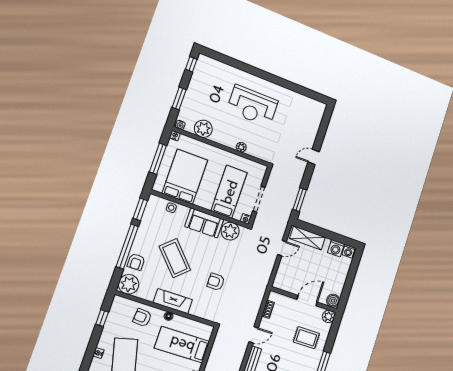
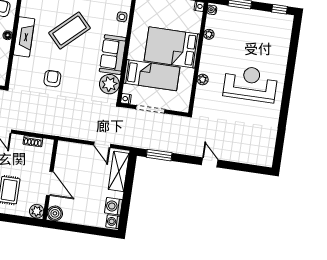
reception desk: (252, 106) -> (250, 84), turned 90
plant: (203, 129) -> (209, 34), width x0.53, depth x0.53
bed: (185, 177) -> (172, 47), moved, turned 180

